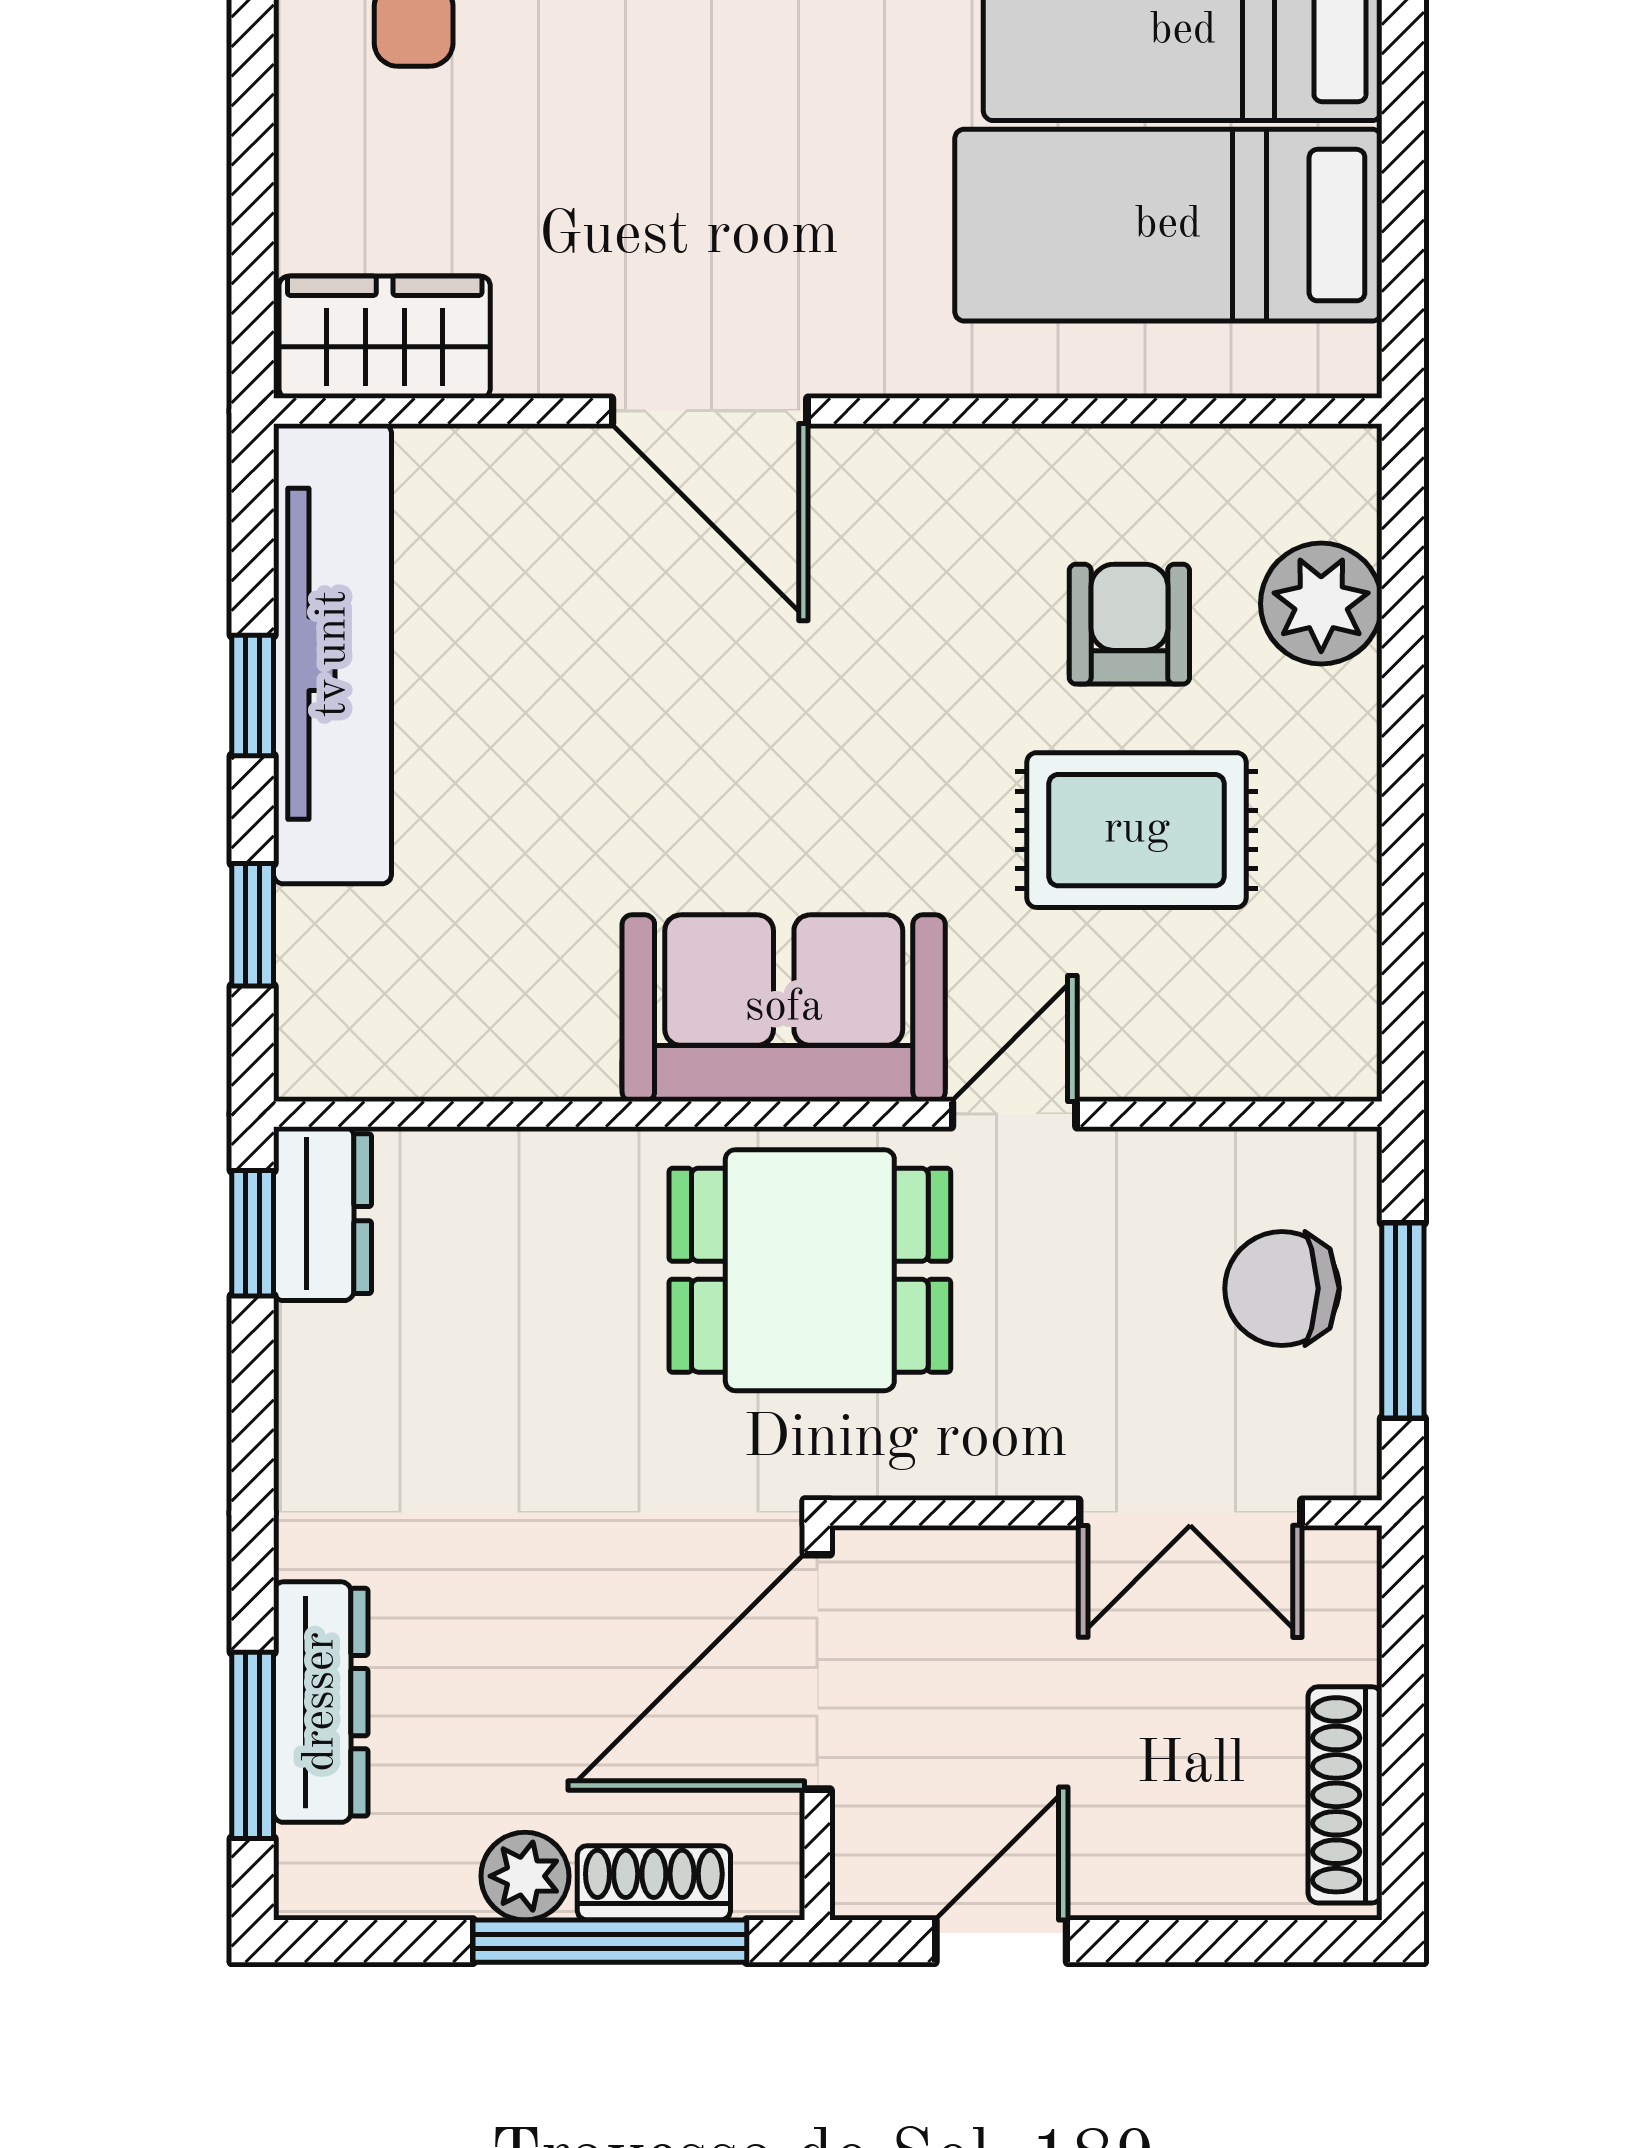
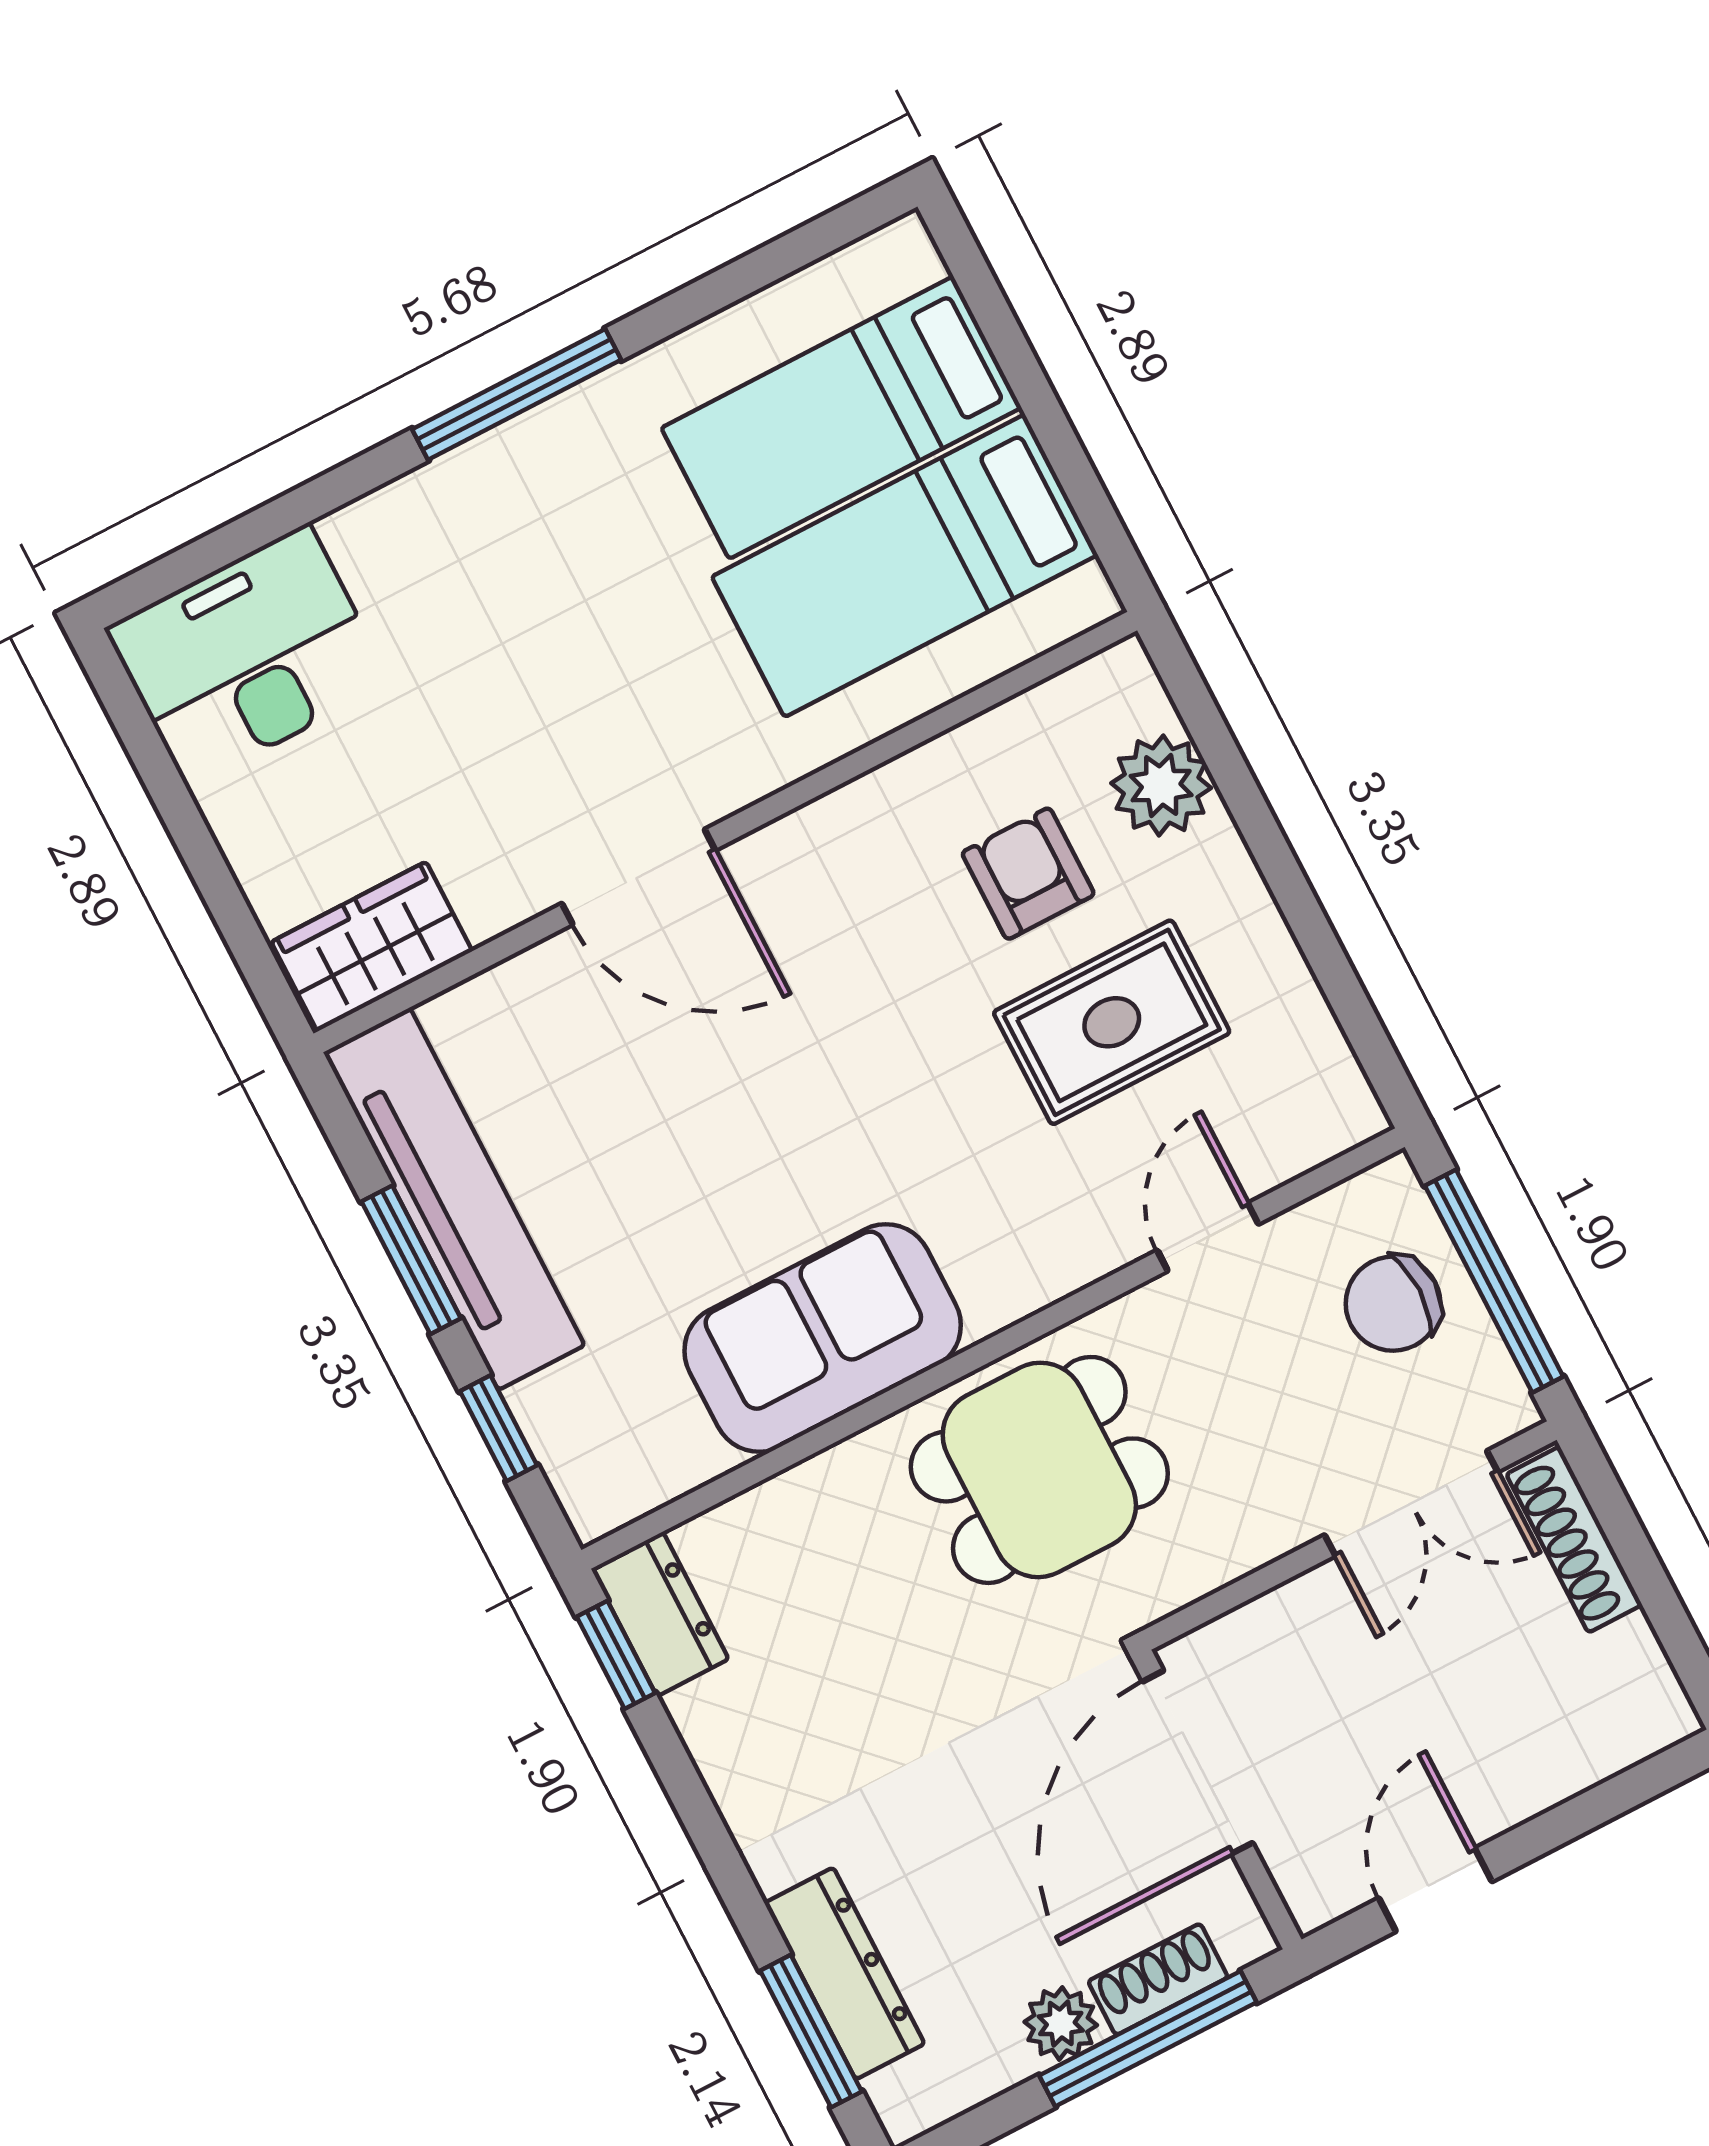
window: (253, 695) -> (411, 1260), width x1.50
sofa: (784, 1008) -> (823, 1338), moved
door: (1014, 1114) -> (1208, 1237), moved
window: (1403, 1321) -> (1494, 1281), width x1.44
shoe rack: (1345, 1795) -> (1574, 1540), moved

